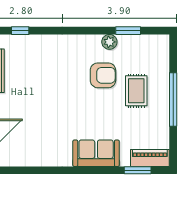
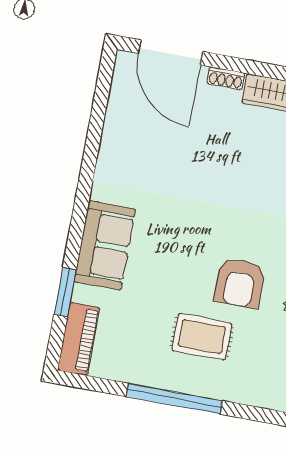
window: (138, 170) -> (65, 292), moved

